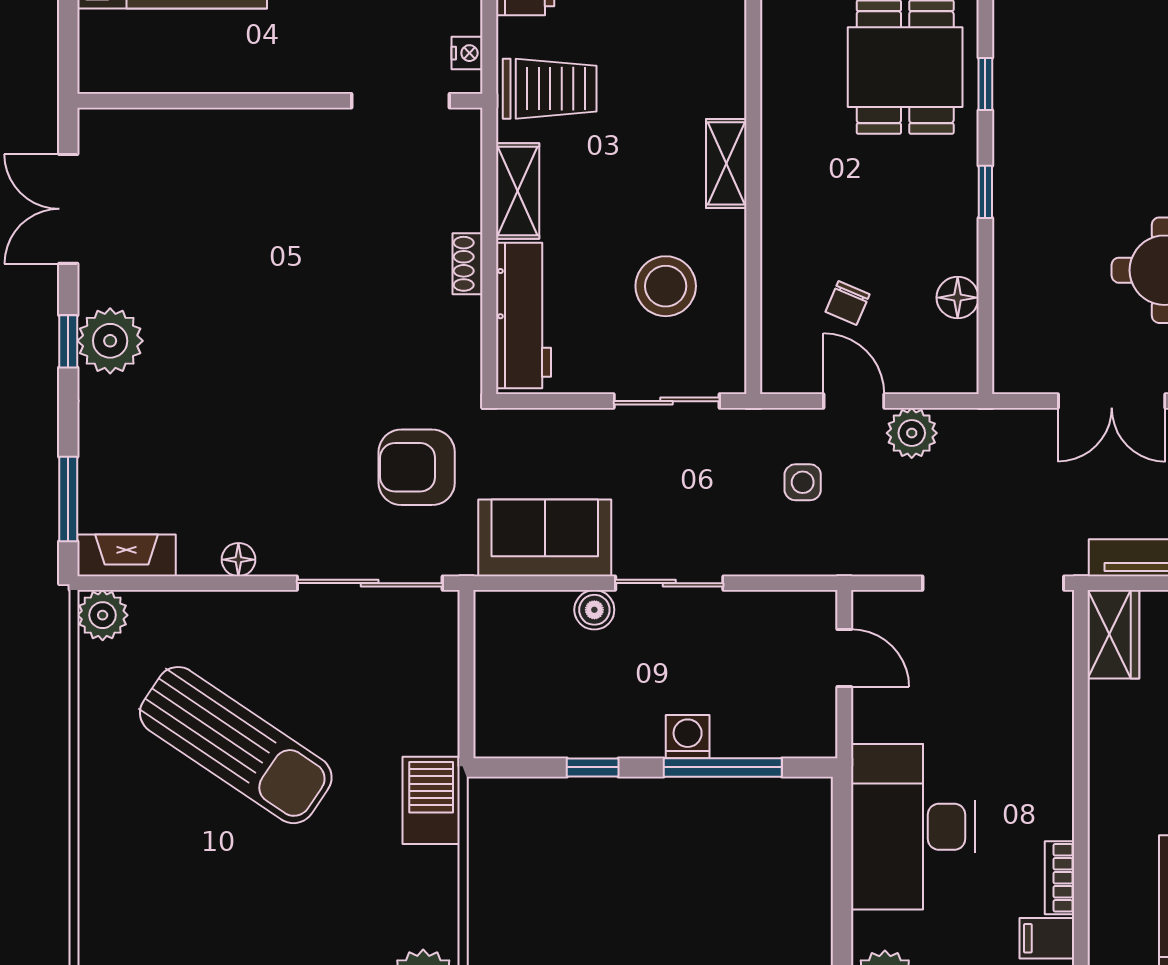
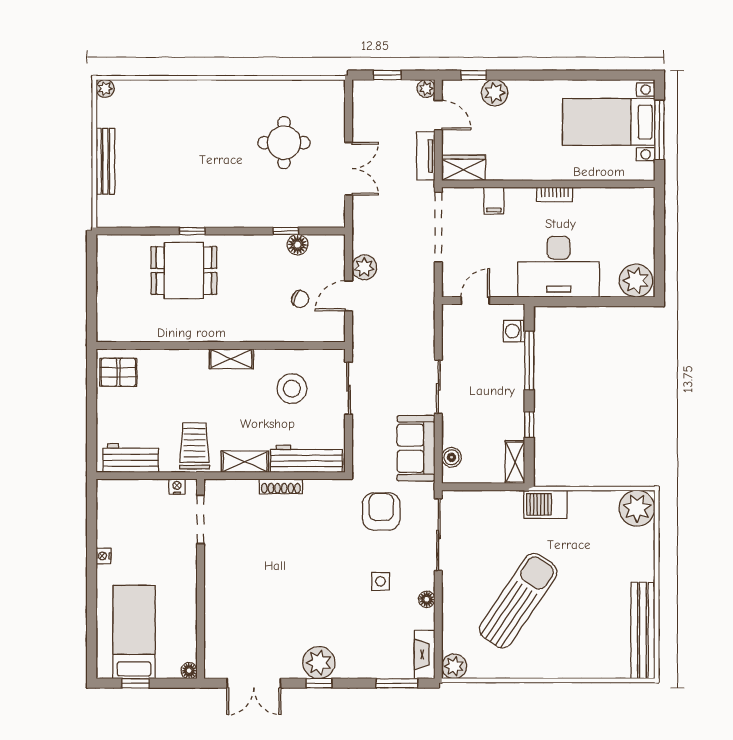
floor lamp: (94, 78) -> (189, 671), added
window: (985, 192) -> (286, 231), moved
shoe rack: (468, 264) -> (281, 486), width x1.43
armchair: (417, 467) -> (381, 511), turned 180
side table: (803, 482) -> (380, 581), moved
boiler: (594, 610) -> (451, 457), moved
washing machine: (688, 737) -> (514, 331), moved
shelving: (517, 739) -> (515, 462), added
bookcase: (1059, 878) -> (555, 194), moved
filing cabinet: (1047, 938) -> (494, 201), moved

